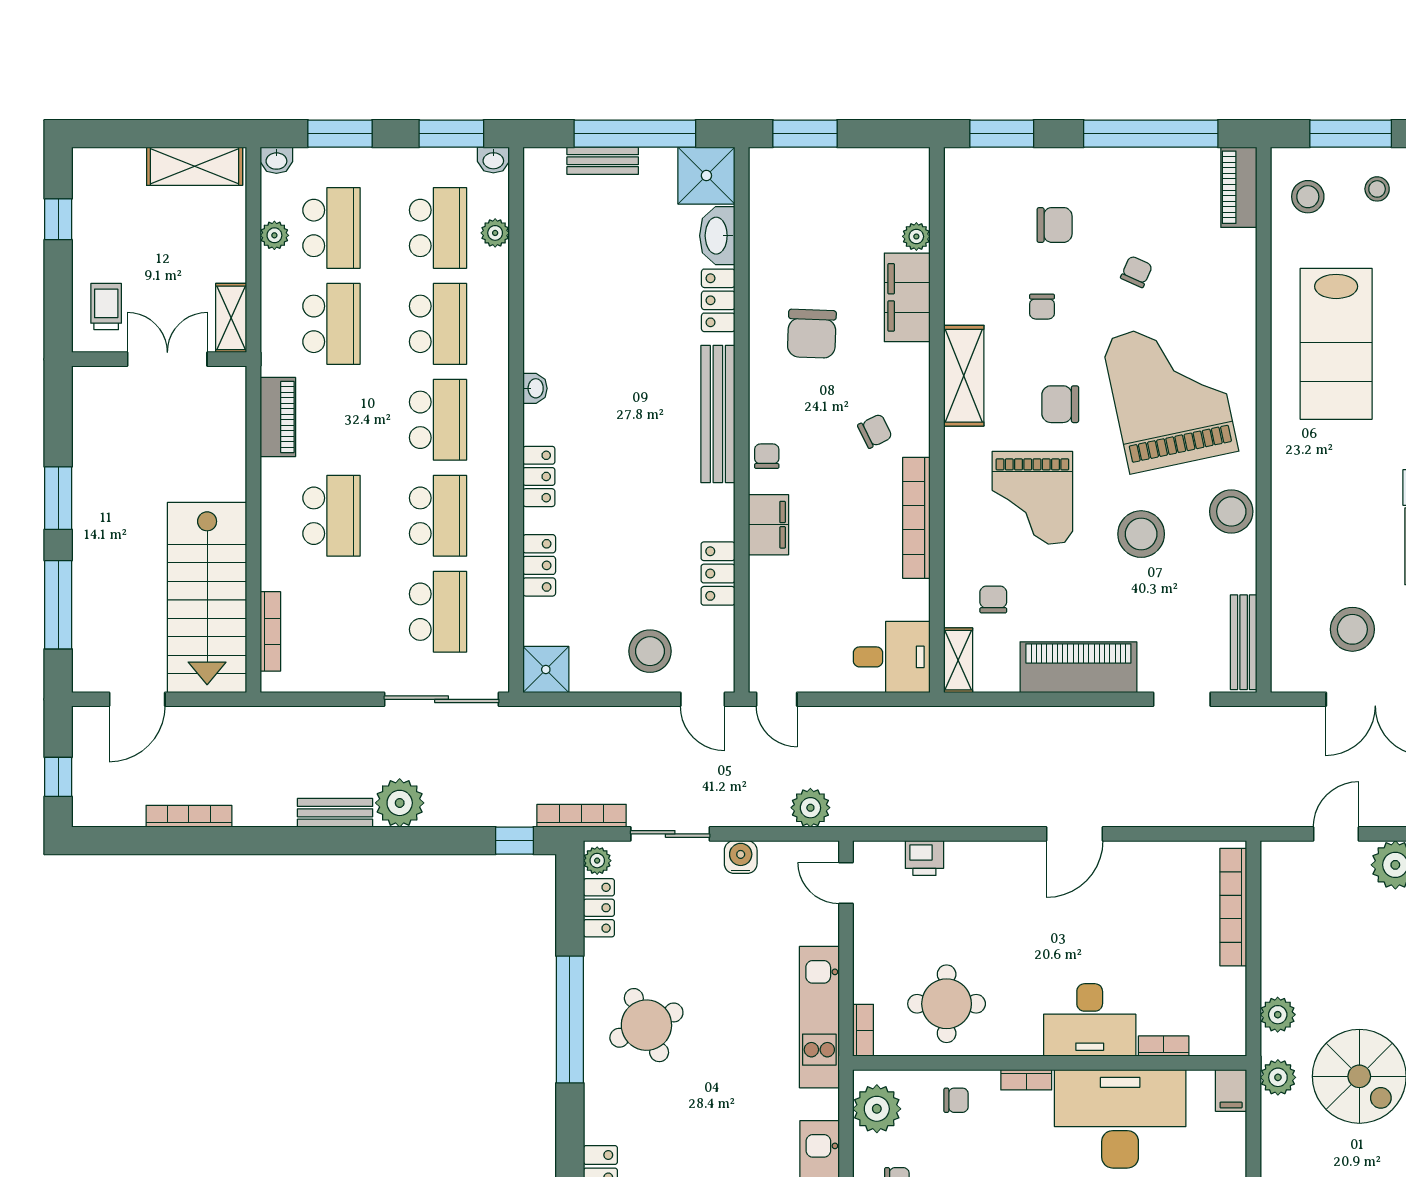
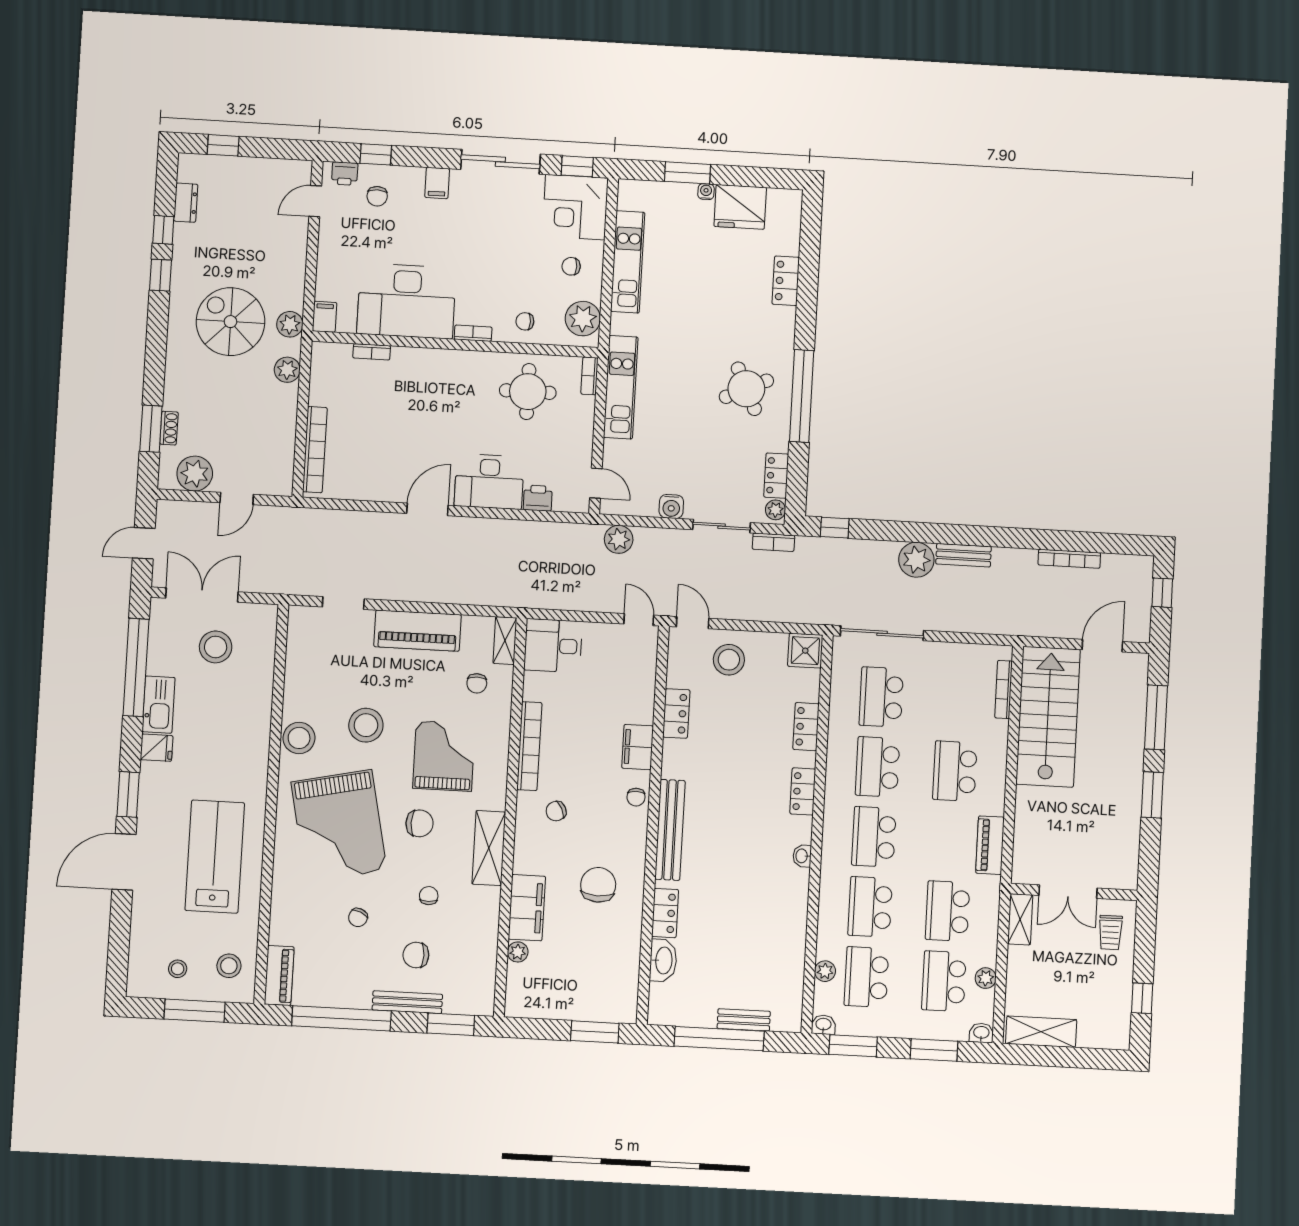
shower: (706, 176) -> (669, 1005), removed
bench: (1244, 642) -> (407, 1002), moved, turned 90
bookcase: (582, 816) -> (773, 542), width x0.64
desk: (1090, 1020) -> (489, 482), moved, turned 180

